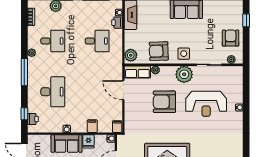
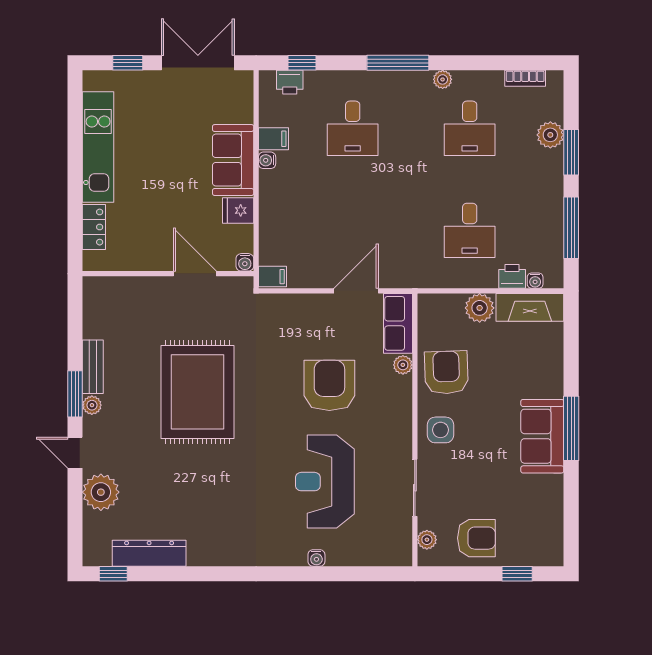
plant: (131, 55) -> (480, 308), moved
plant: (184, 74) -> (393, 431), removed
desk: (53, 92) -> (353, 128), width x0.73
filing cabinet: (92, 126) -> (273, 139), moved

